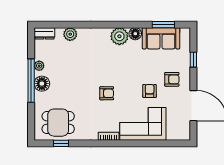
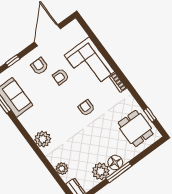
floor lamp: (135, 34) -> (25, 119), removed
plant: (119, 36) -> (43, 139), moved
plant: (39, 66) -> (101, 171), width x1.88, depth x1.88
window: (31, 81) -> (119, 172), width x0.68

